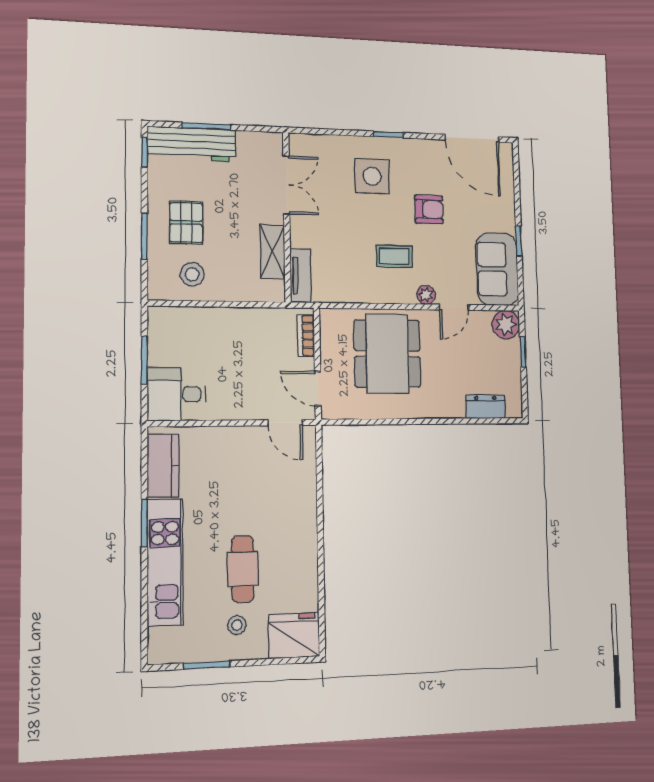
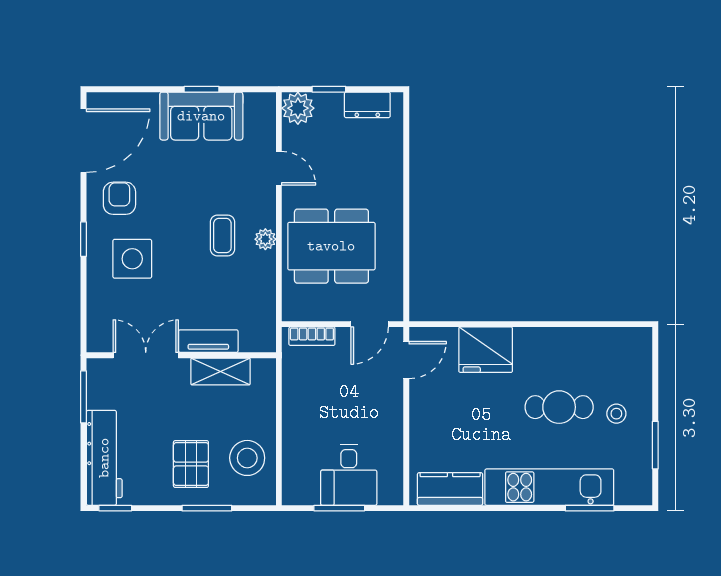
window: (206, 126) -> (84, 397), moved
armchair: (429, 209) -> (119, 198), moved
pallet: (186, 223) -> (191, 464), turned 90
sofa: (497, 269) -> (201, 116), moved
stool: (192, 274) -> (247, 458), width x1.38, depth x1.38
tv unit: (301, 276) -> (208, 341), moved
plant: (426, 295) -> (265, 239), moved
desk: (176, 394) -> (349, 475), moved
dresser: (486, 407) -> (367, 105), moved, turned -90
window: (144, 523) -> (590, 508), moved
fridge: (294, 636) -> (486, 350), moved, turned -90

